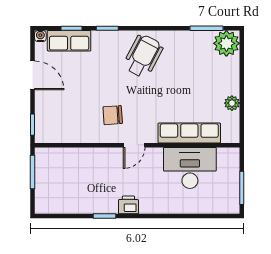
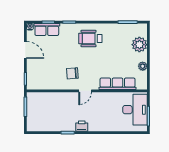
plant: (226, 43) -> (139, 45), moved
wheelchair: (143, 56) -> (90, 38), turned -118
desk: (190, 168) -> (135, 110), moved, turned 90

